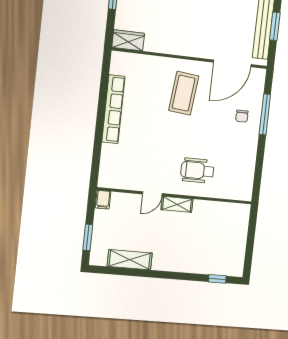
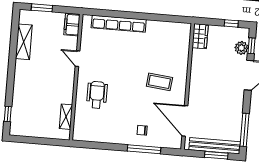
coffee table: (184, 93) -> (159, 82), width x0.73, depth x0.76
row of seats: (113, 109) -> (119, 24), moved
filing cabinet: (103, 200) -> (72, 25), width x2.00
shelving: (177, 204) -> (66, 117), moved

